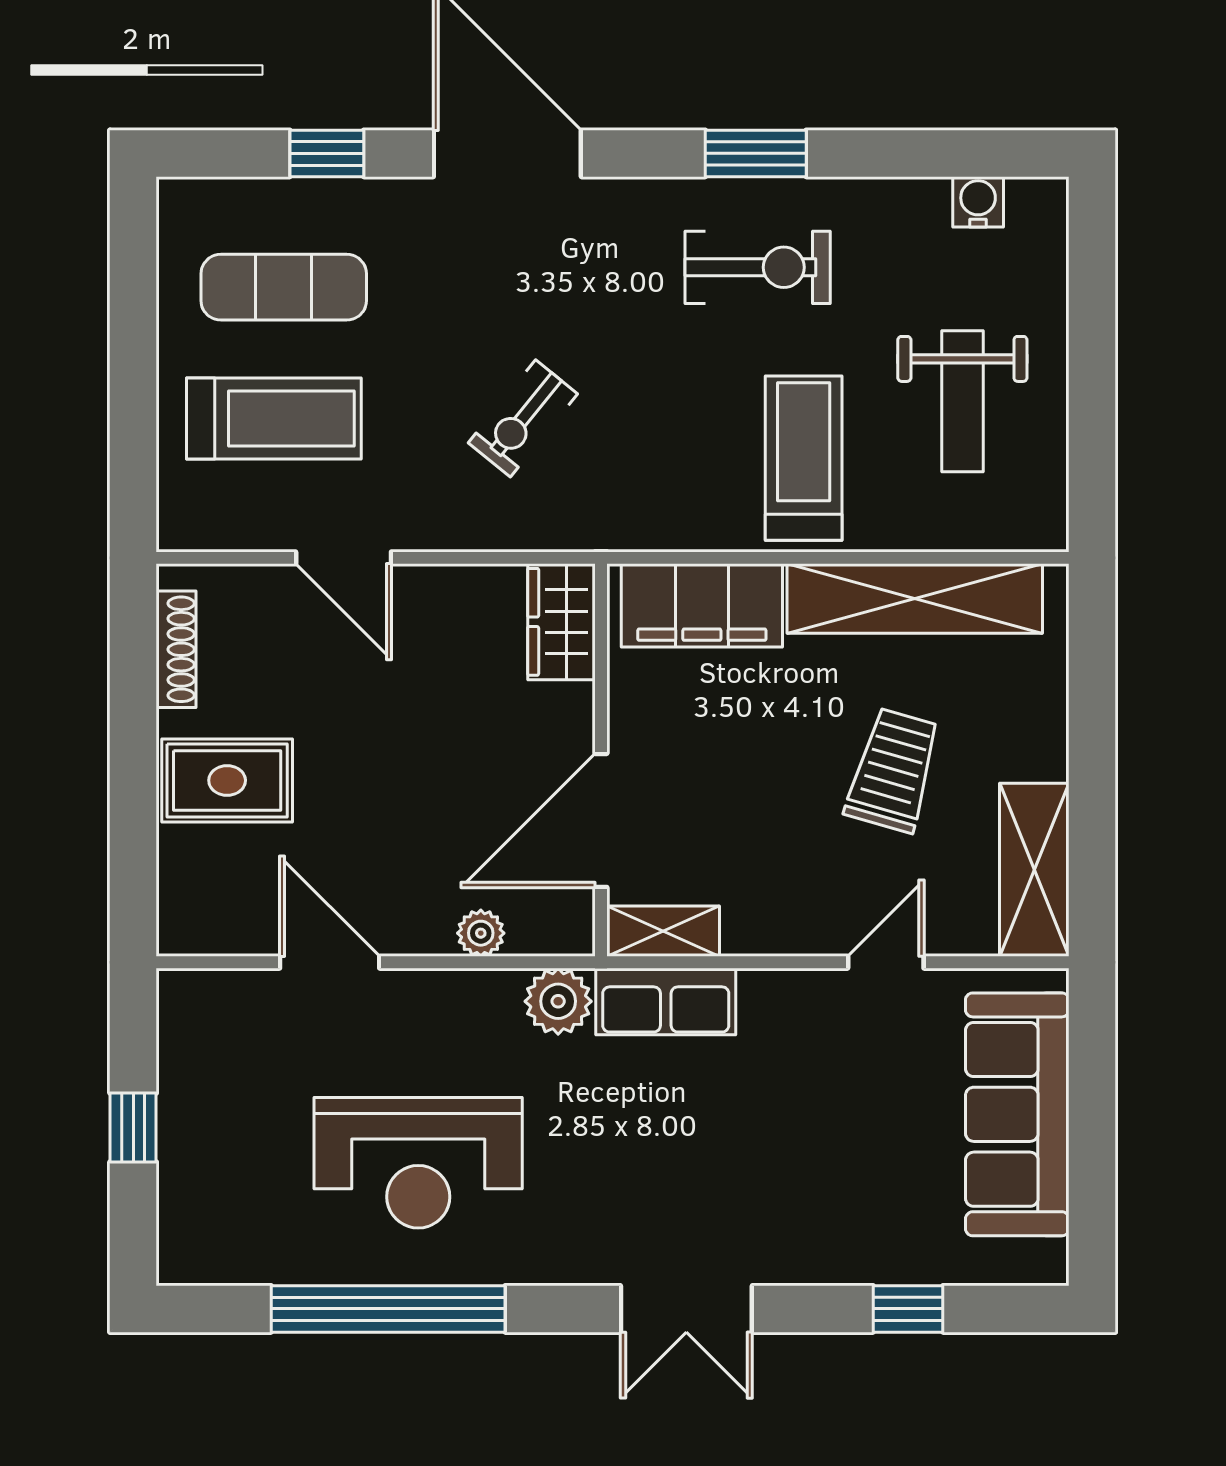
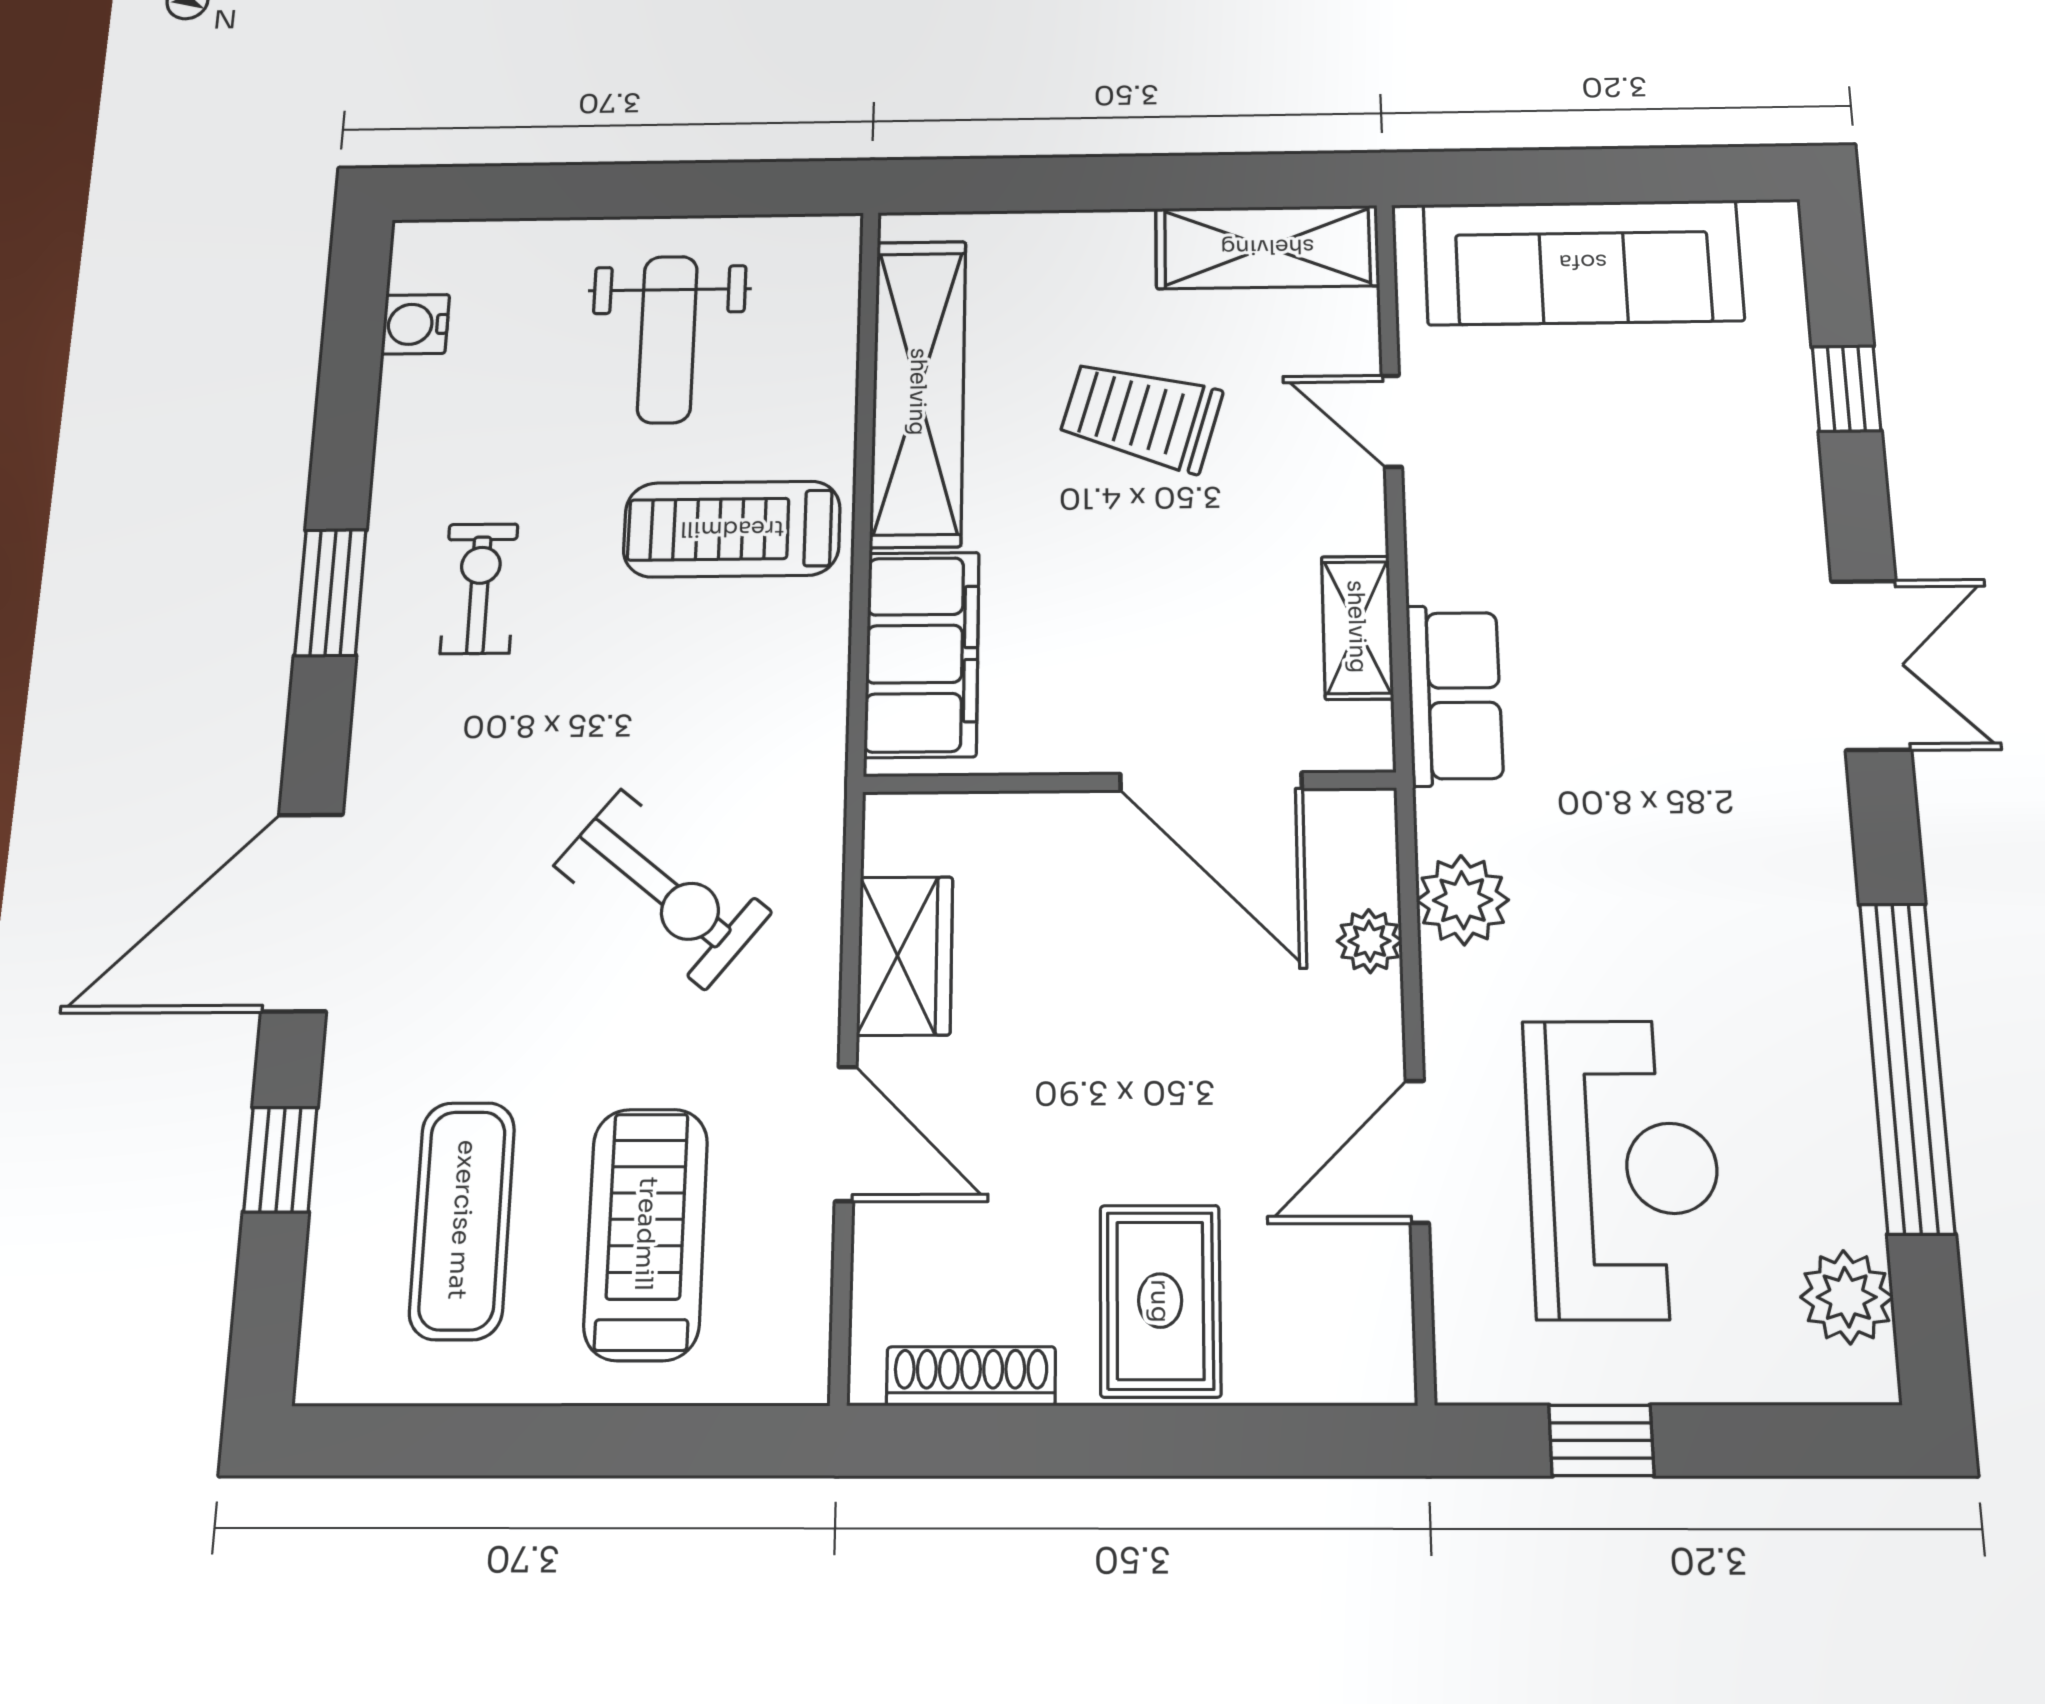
exercise bike: (758, 267) -> (479, 588), width x0.73, depth x0.72
weight bench: (962, 401) -> (667, 339), turned 90
exercise bike: (523, 418) -> (663, 889), width x1.38, depth x1.39
door: (344, 558) -> (846, 1134), hinge flipped
wardrobe: (561, 622) -> (905, 956), moved, turned -90
shelving: (663, 931) -> (1357, 627), moved
plant: (558, 1001) -> (1463, 900), moved
window: (133, 1127) -> (1601, 1440), moved
reception desk: (418, 1163) -> (1623, 1168), moved
plant: (228, 1254) -> (1847, 1297), added

